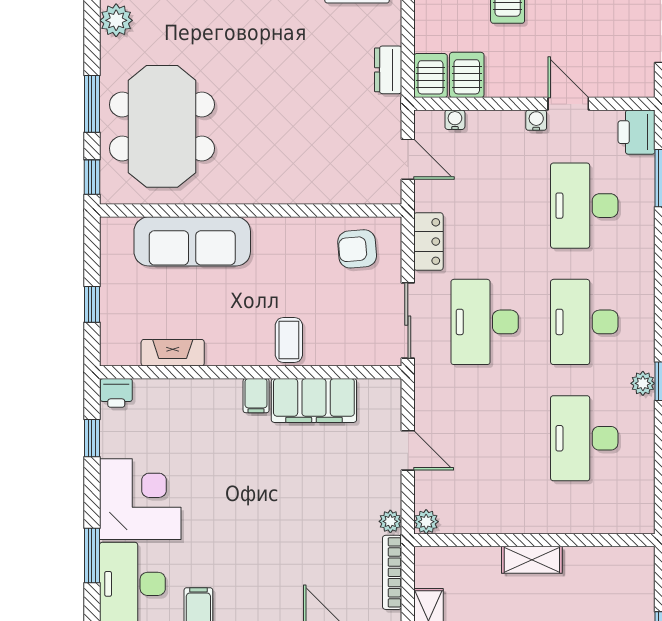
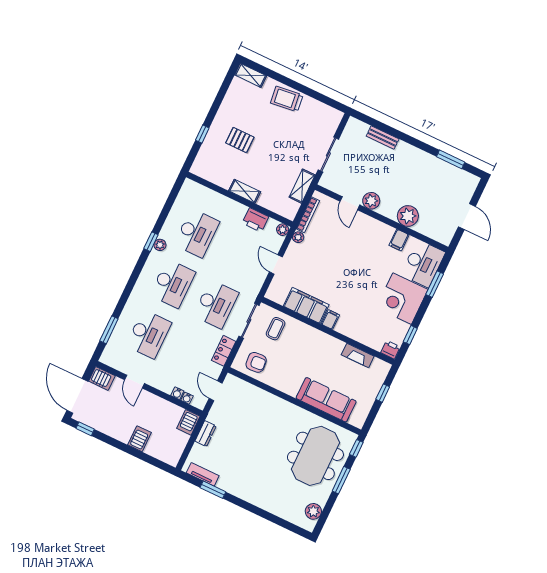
server rack: (467, 75) -> (102, 378), moved, turned -90
water cooler: (536, 120) -> (177, 393), moved
printer: (637, 132) -> (255, 220), moved, turned 90
coffee table: (289, 340) -> (276, 329), moved

